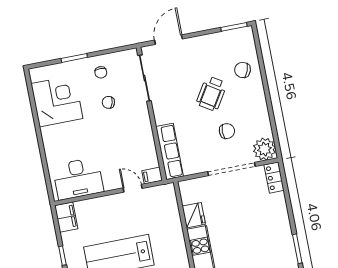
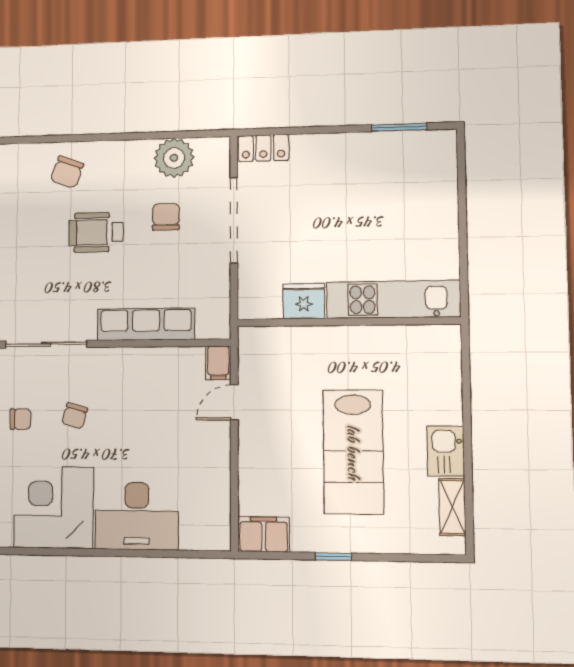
wheelchair: (212, 94) -> (96, 232), turned 148
plant: (264, 149) -> (174, 158), moved
row of seats: (170, 151) -> (146, 324), moved
desk: (78, 179) -> (137, 516), moved, turned 90

